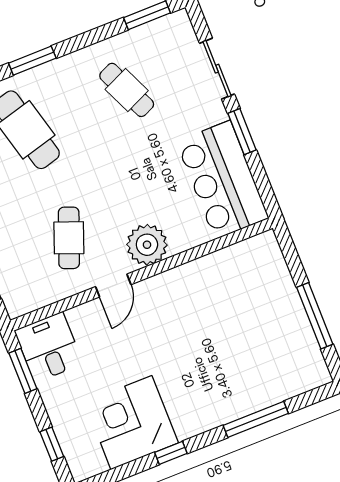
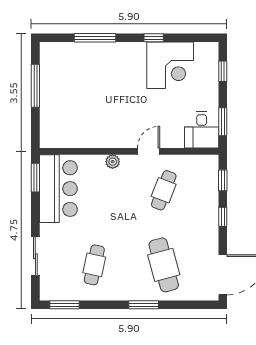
cafe table: (127, 90) -> (94, 265), turned 36
window: (242, 132) -> (35, 178), moved
plant: (147, 245) -> (113, 162), width x0.53, depth x0.53

